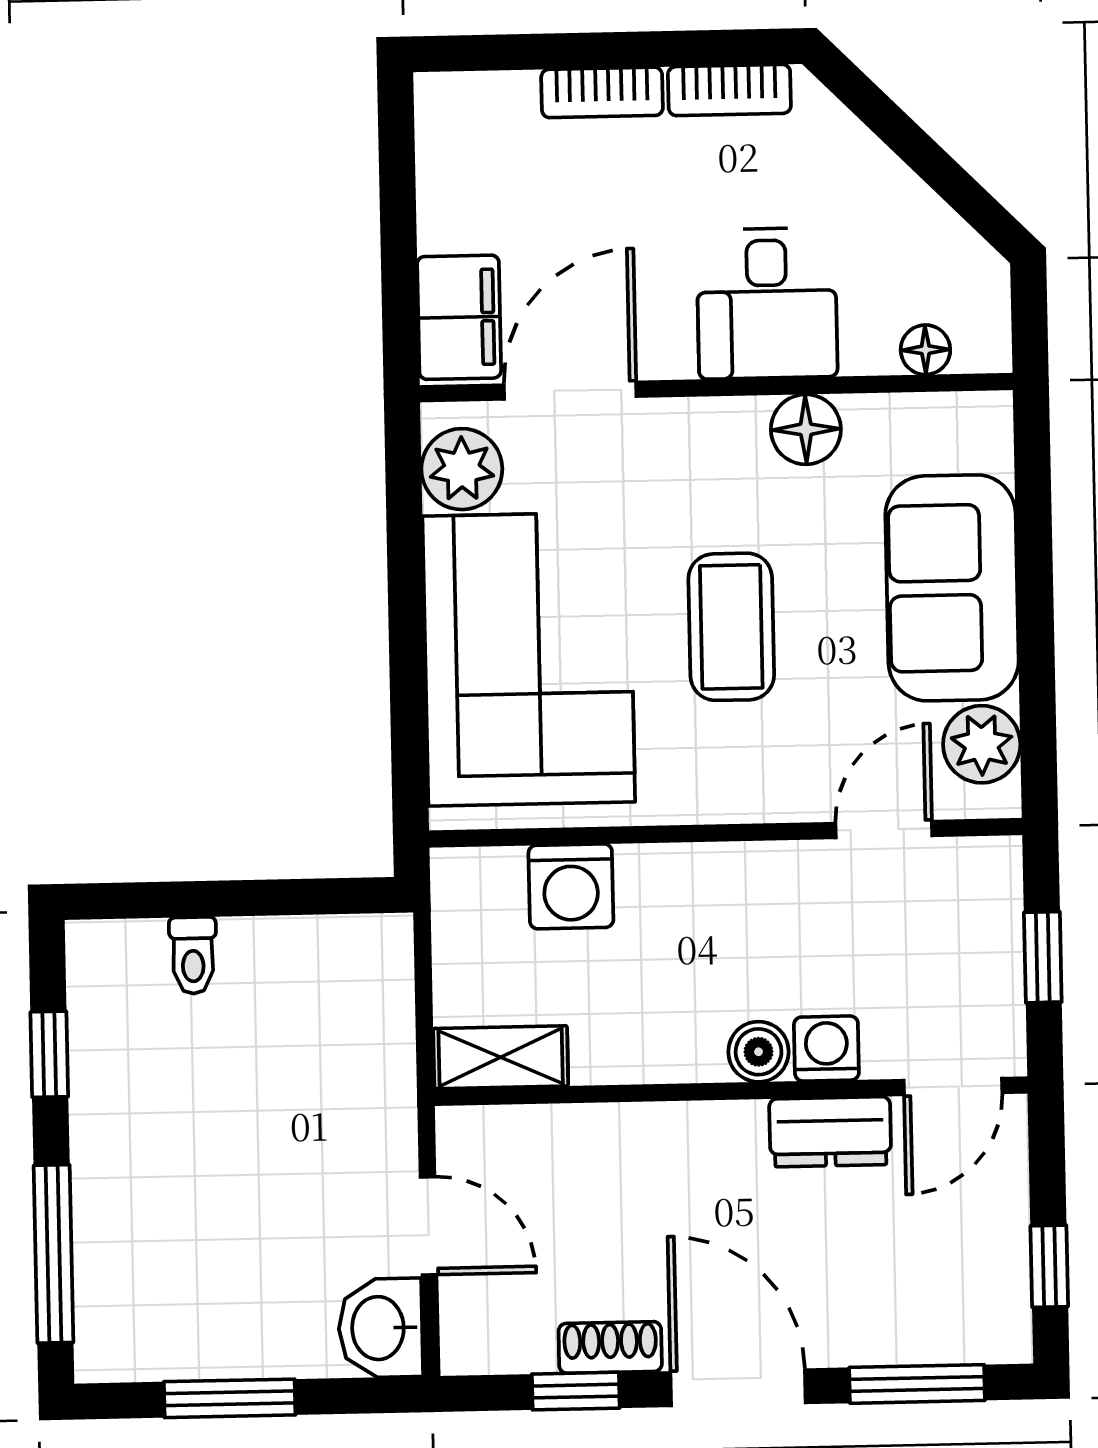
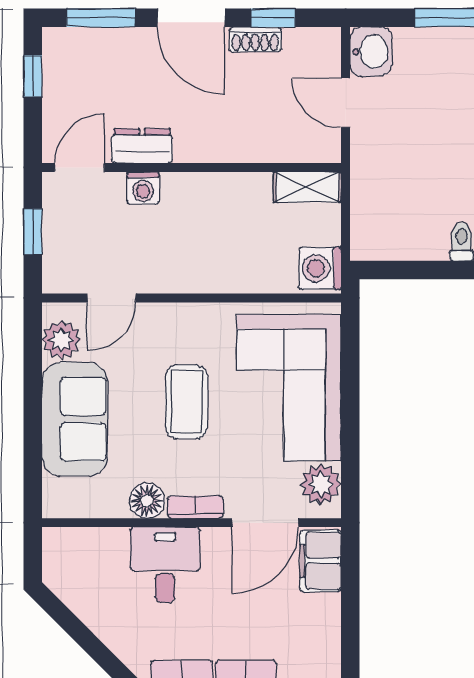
floor lamp: (925, 350) -> (86, 539), removed
bookcase: (710, 418) -> (195, 507), added
washing machine: (571, 886) -> (320, 268), moved, turned -90
boiler: (759, 1052) -> (177, 187), removed

